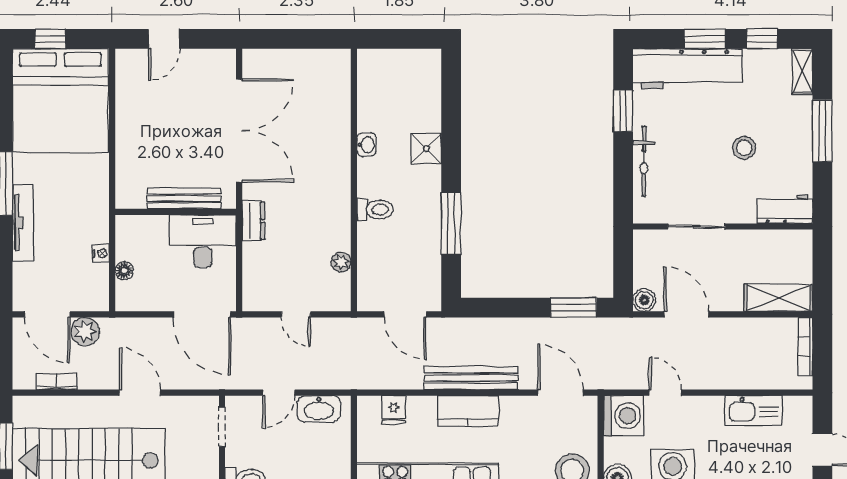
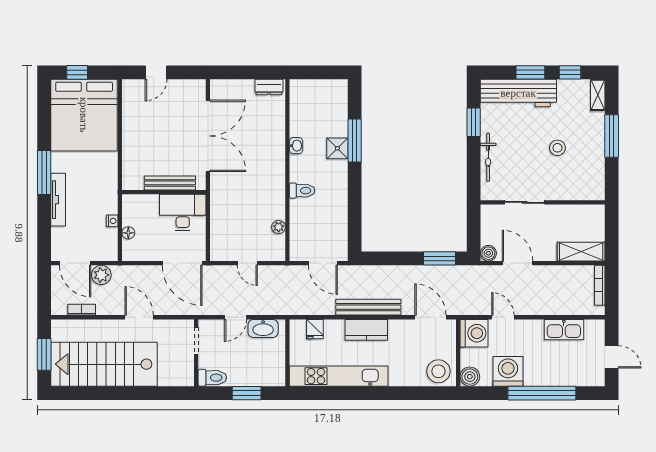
workbench: (785, 209) -> (586, 190), removed
dresser: (253, 221) -> (269, 87), moved, turned 90
window: (451, 224) -> (355, 141), moved

